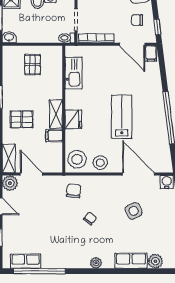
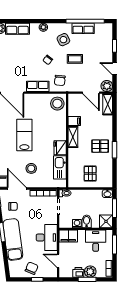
lab bench: (122, 117) -> (24, 135), turned 180
pallet: (22, 119) -> (100, 146), moved
fridge: (73, 119) -> (60, 148), moved
stool: (100, 163) -> (31, 168), moved
row of seats: (104, 183) -> (38, 86), added
side table: (134, 211) -> (63, 40), moved
coffee table: (53, 220) -> (75, 59), added
row of seats: (26, 261) -> (83, 28), moved

